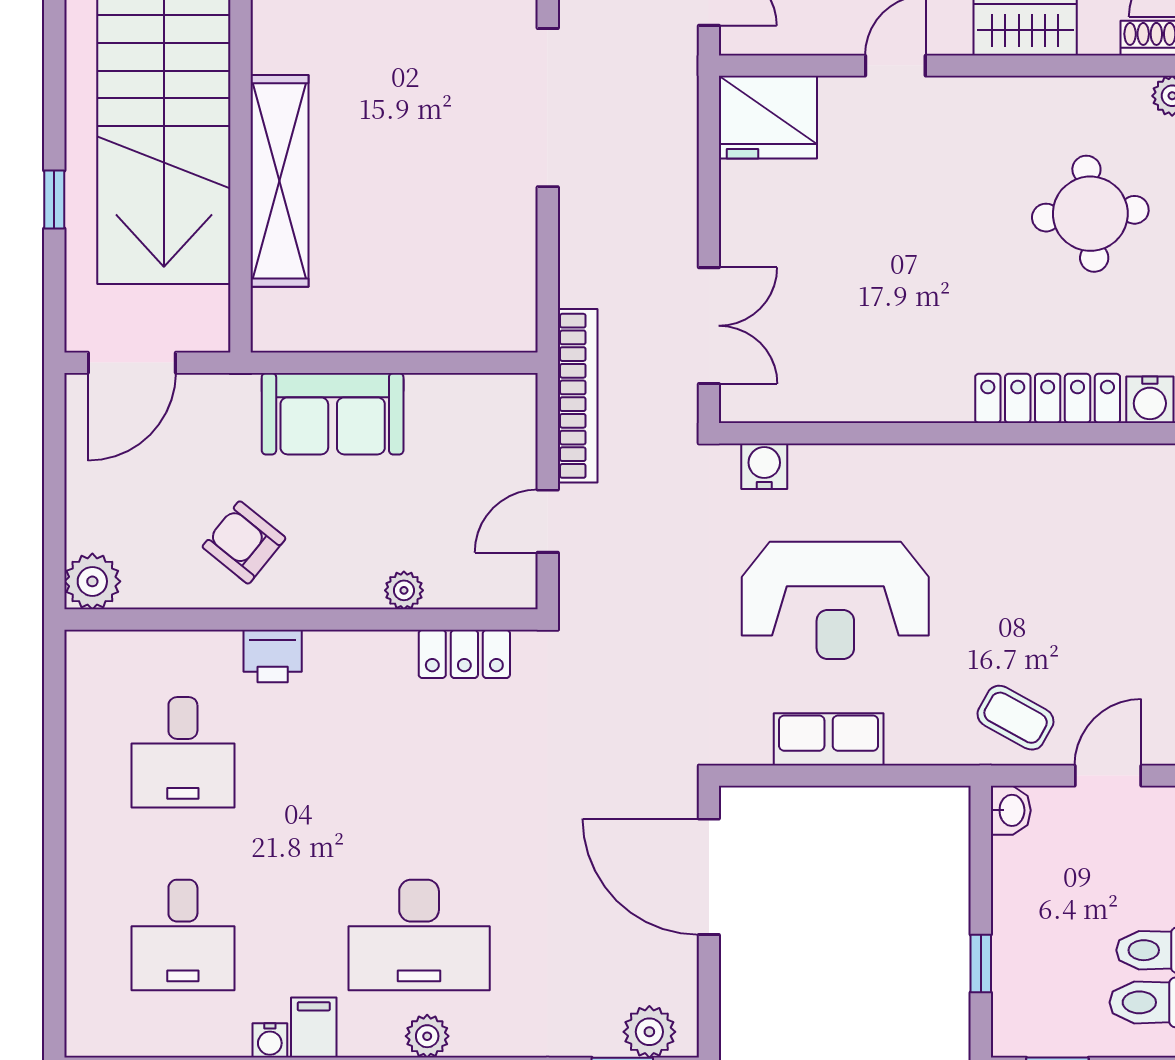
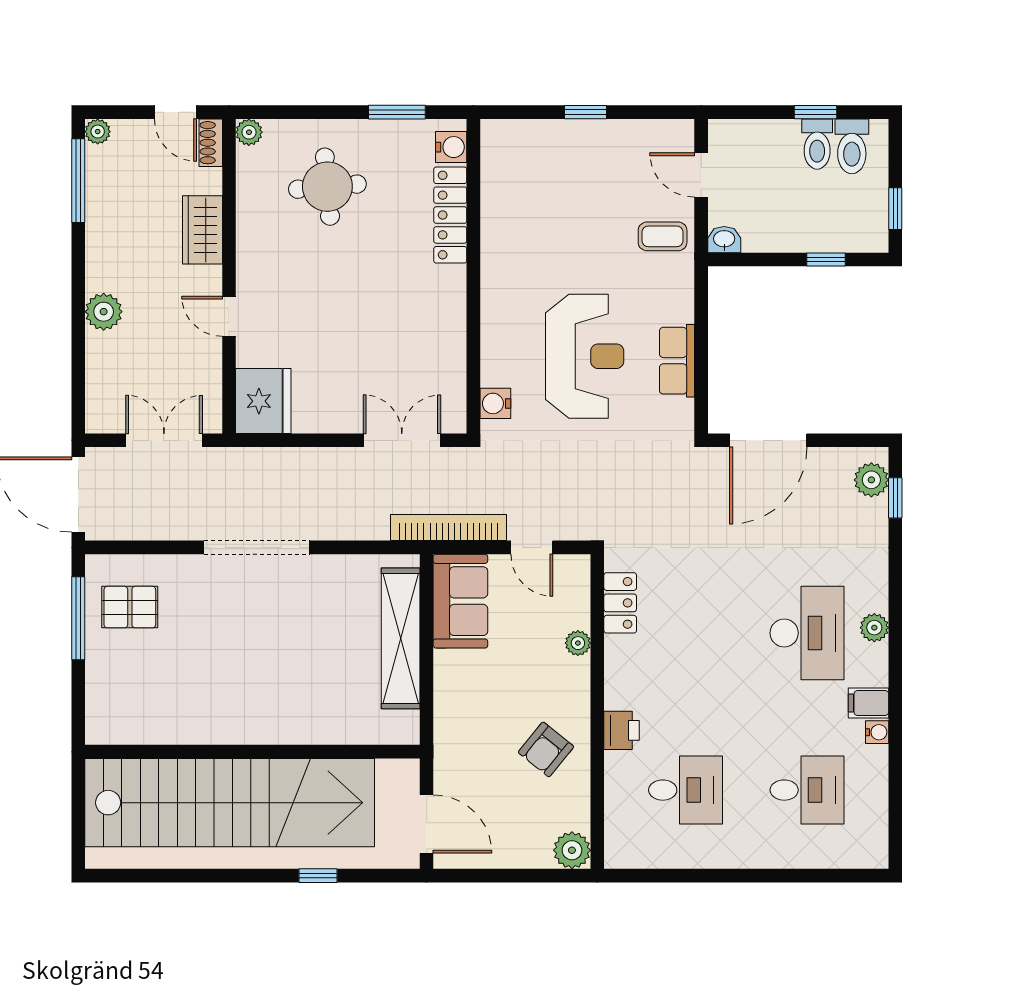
shelving: (280, 181) -> (401, 638), moved, turned 90
sofa: (333, 414) -> (460, 601), moved
coffee table: (1016, 718) -> (663, 236), turned 61

